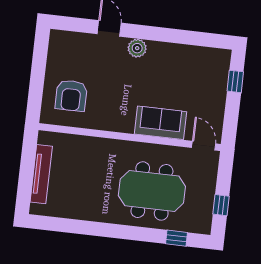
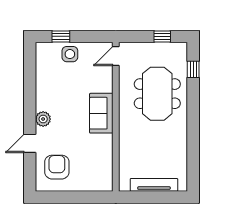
side table: (213, 90) -> (70, 54), added
armchair: (71, 96) -> (57, 167), moved, turned -90
sofa: (161, 123) -> (101, 113), moved

